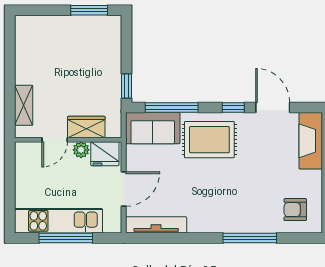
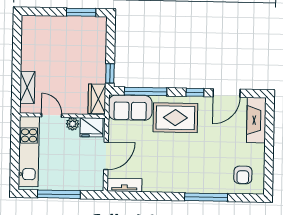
door: (273, 108) -> (227, 93), swing flipped
wardrobe: (86, 127) -> (97, 99), moved, turned -90
door: (55, 140) -> (52, 115), swing flipped
armchair: (295, 210) -> (243, 175), turned -90
kitchen unit: (58, 221) -> (29, 152), moved, turned 90
tv unit: (156, 225) -> (124, 185), width x0.71

